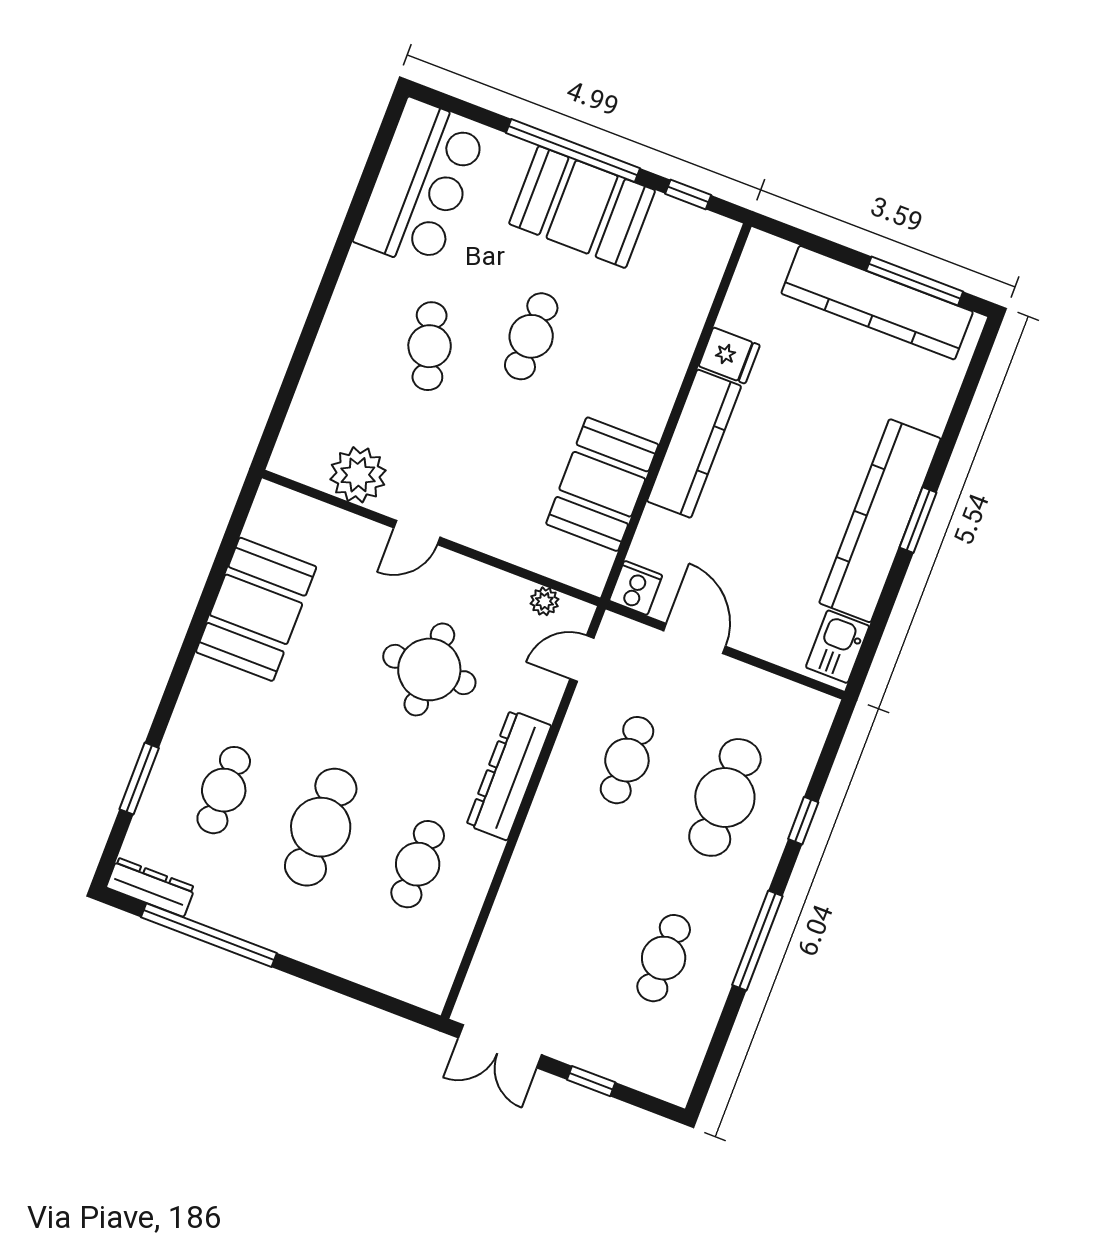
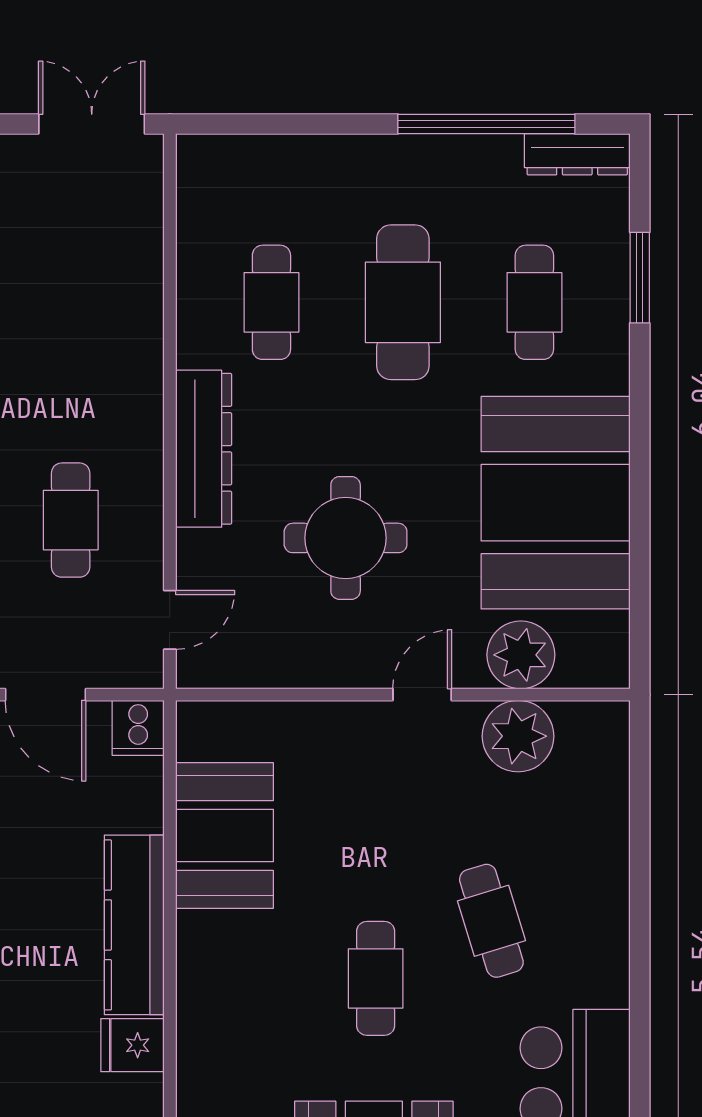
plant: (545, 601) -> (521, 655), moved, width x1.88, depth x1.88
booth: (256, 609) -> (556, 503), width x1.36, depth x1.42

